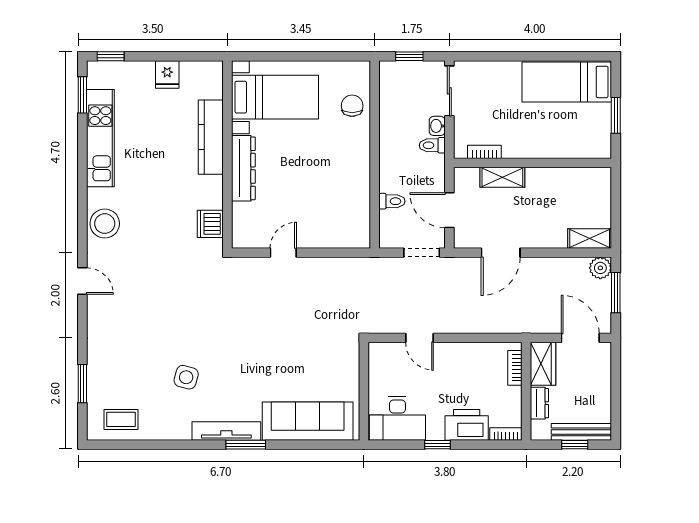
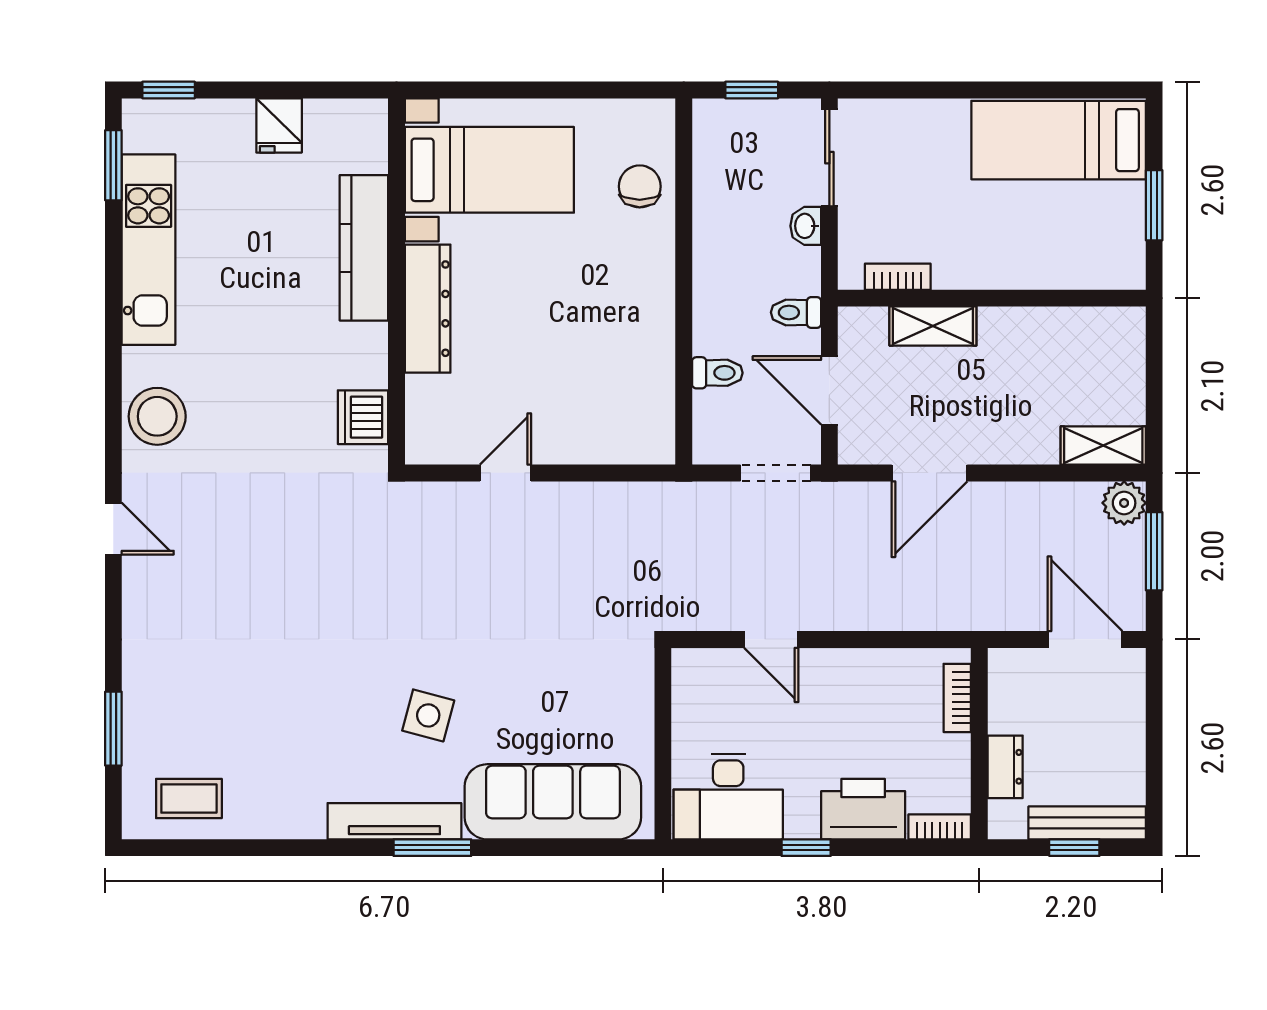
toilet: (432, 145) -> (796, 312), moved
wardrobe: (543, 364) -> (1012, 690), removed
side table: (186, 377) -> (428, 715), moved

